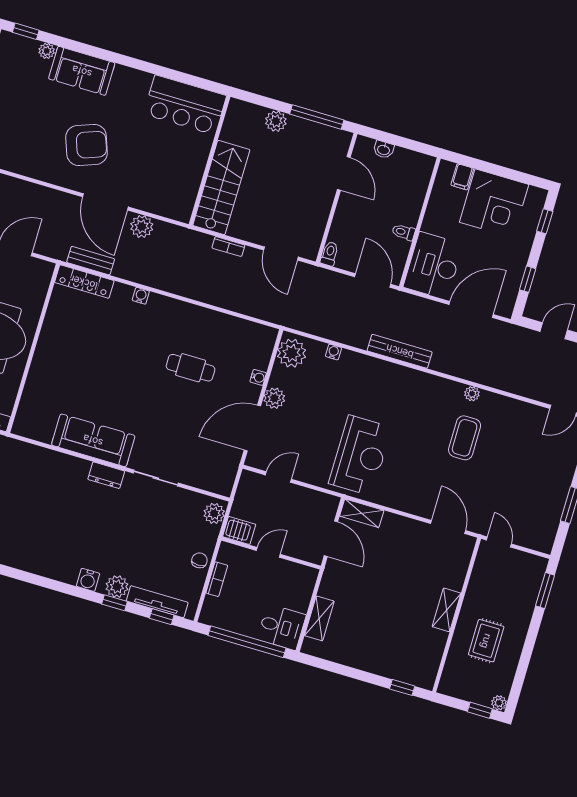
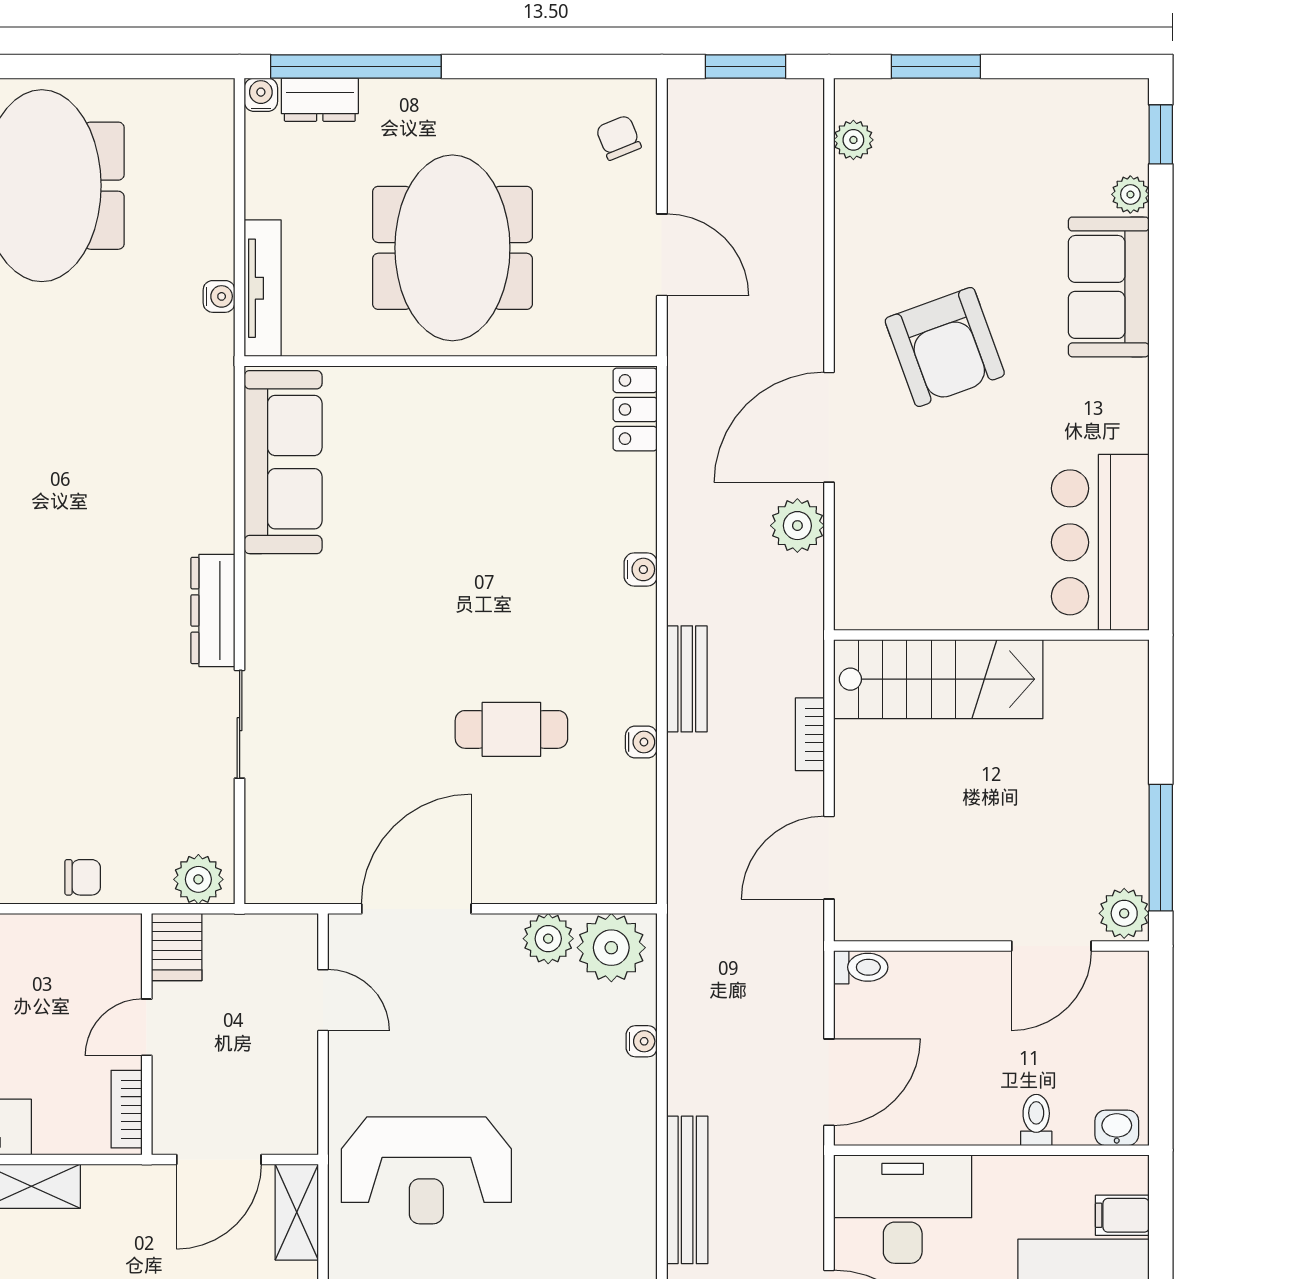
plant: (276, 121) -> (1124, 913), moved
washbasin: (384, 150) -> (1117, 1128), moved, turned 90
toilet: (404, 232) -> (1036, 1120), moved
bench: (91, 261) -> (687, 679), moved
locker: (84, 282) -> (635, 410), width x0.66
cafe table: (191, 368) -> (511, 729), turned 90
water cooler: (258, 377) -> (641, 742), moved, turned -90
plant: (274, 398) -> (548, 939), moved
door: (252, 428) -> (416, 909), hinge flipped
sofa: (93, 440) -> (283, 462), moved
dresser: (106, 475) -> (213, 610), width x1.44
door: (268, 552) -> (147, 1027), swing flipped
bookcase: (217, 579) -> (127, 1109), moved, turned 90

